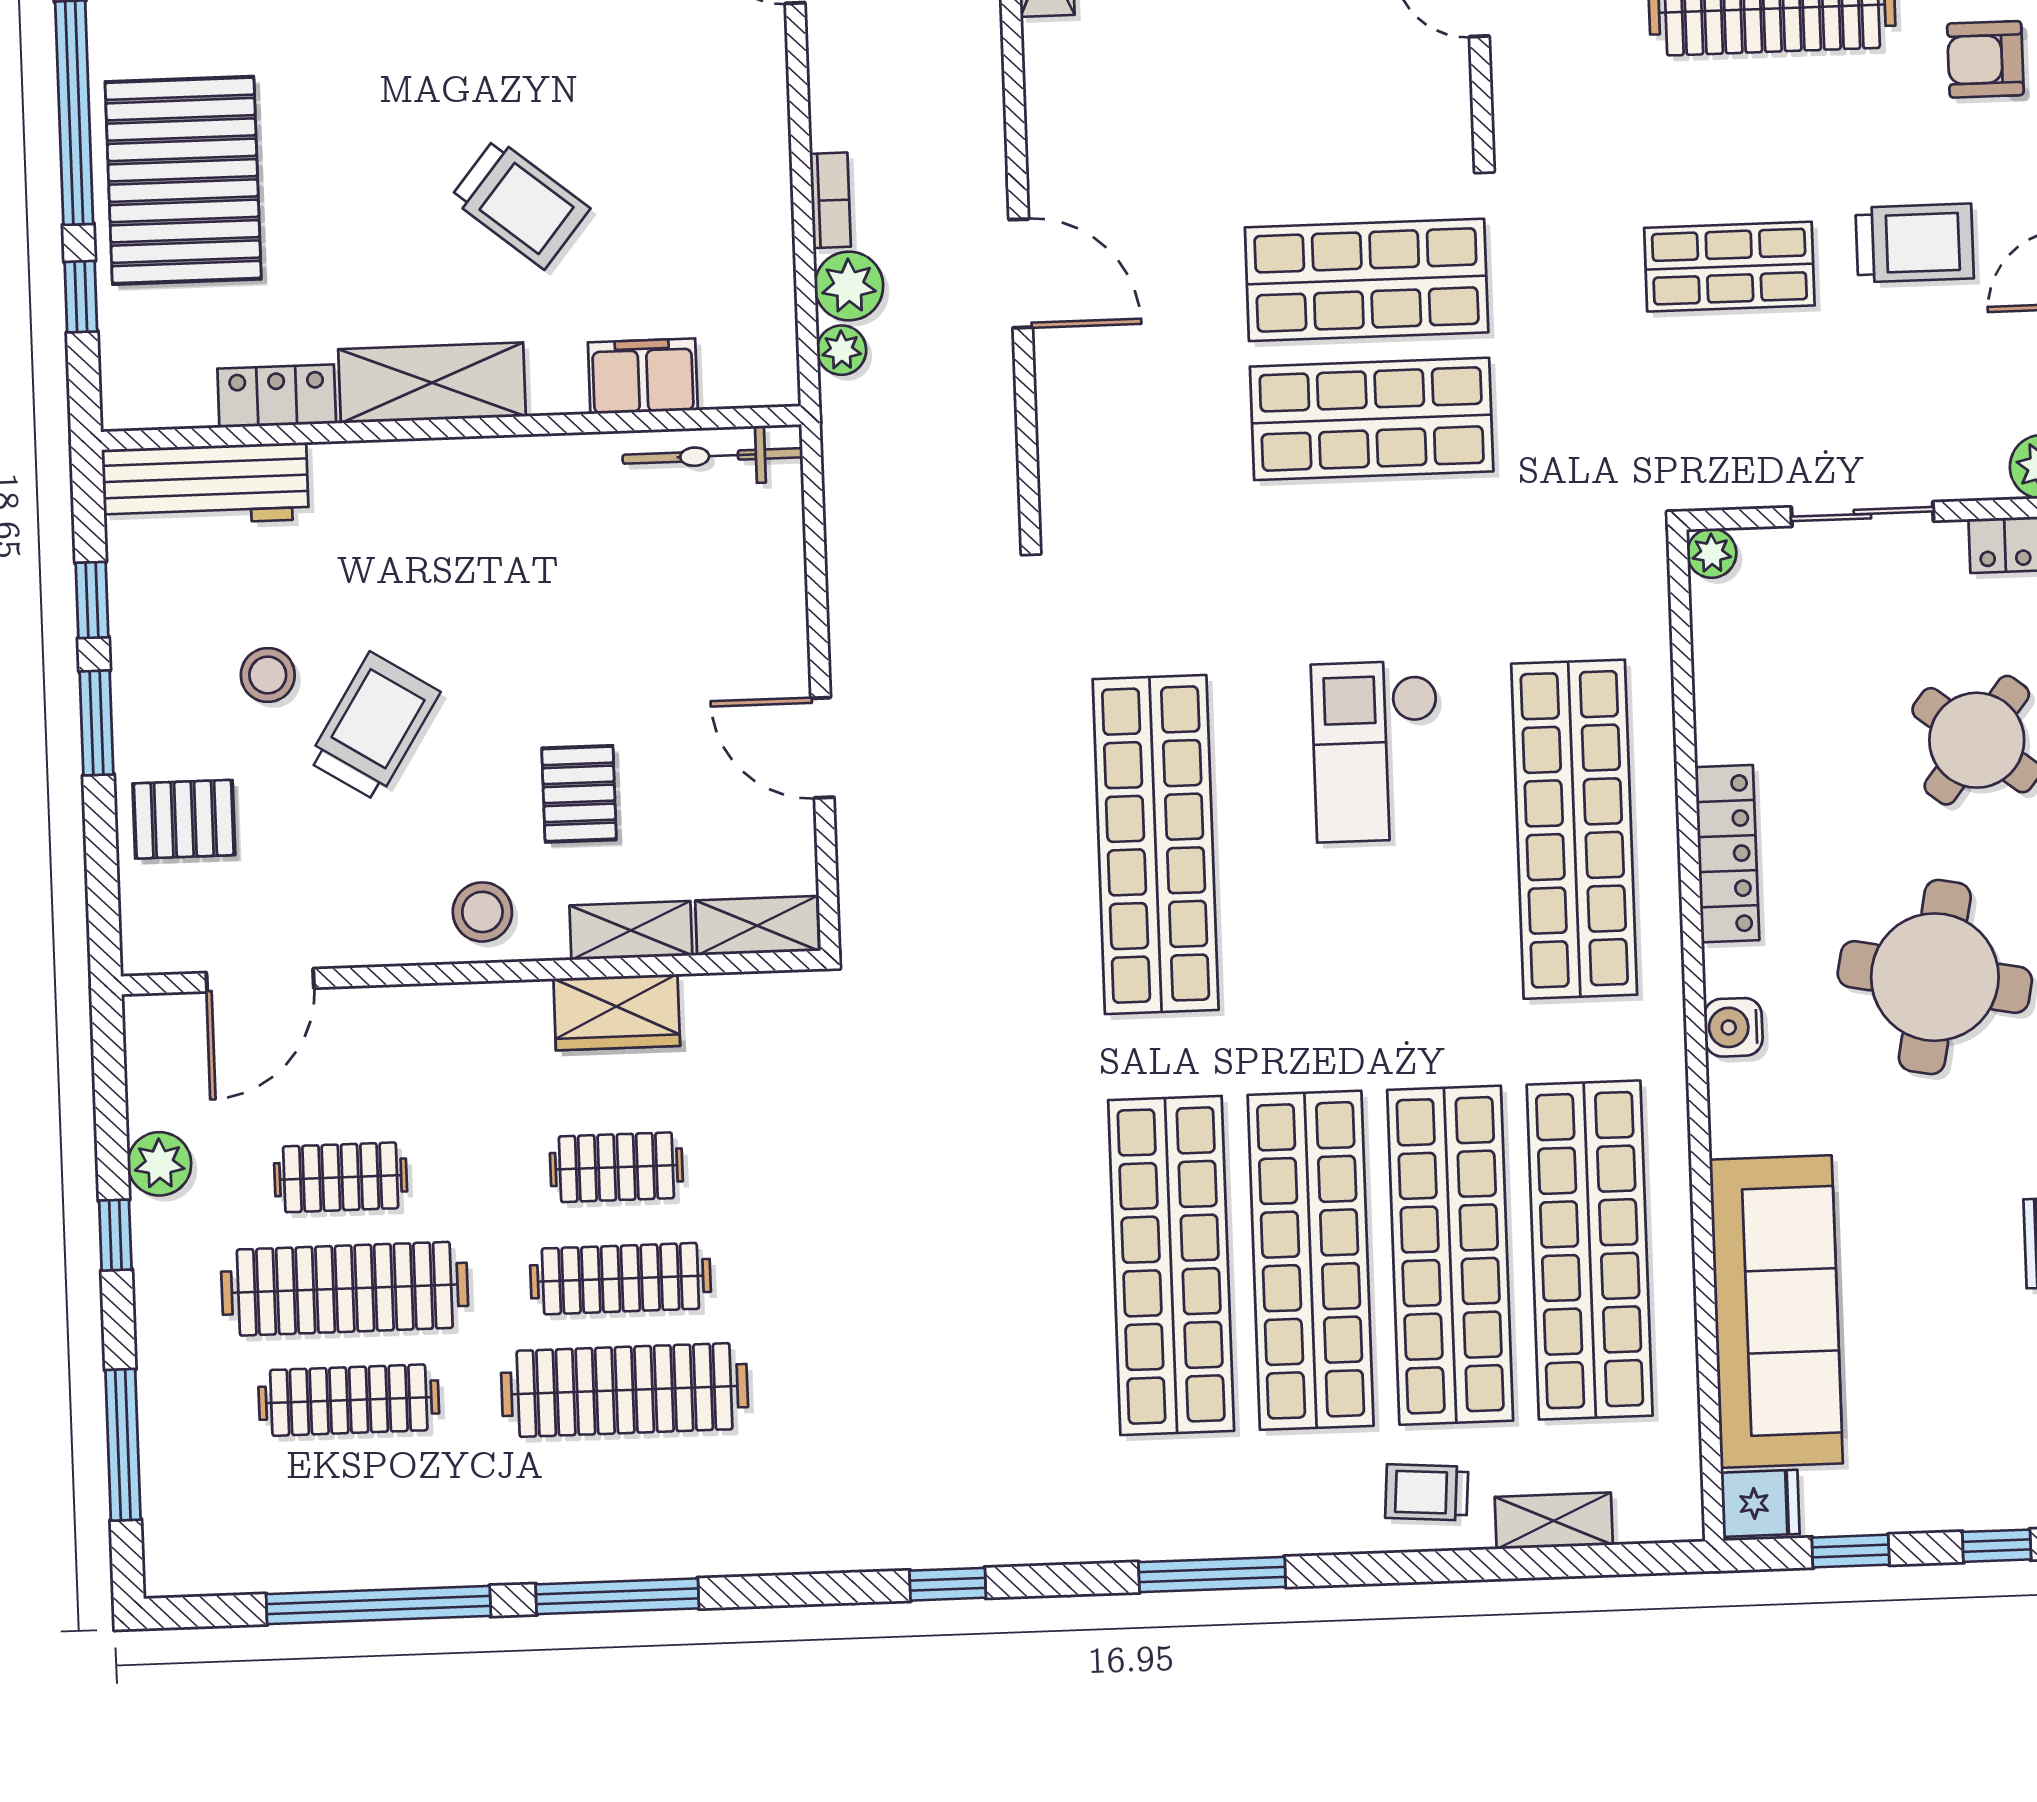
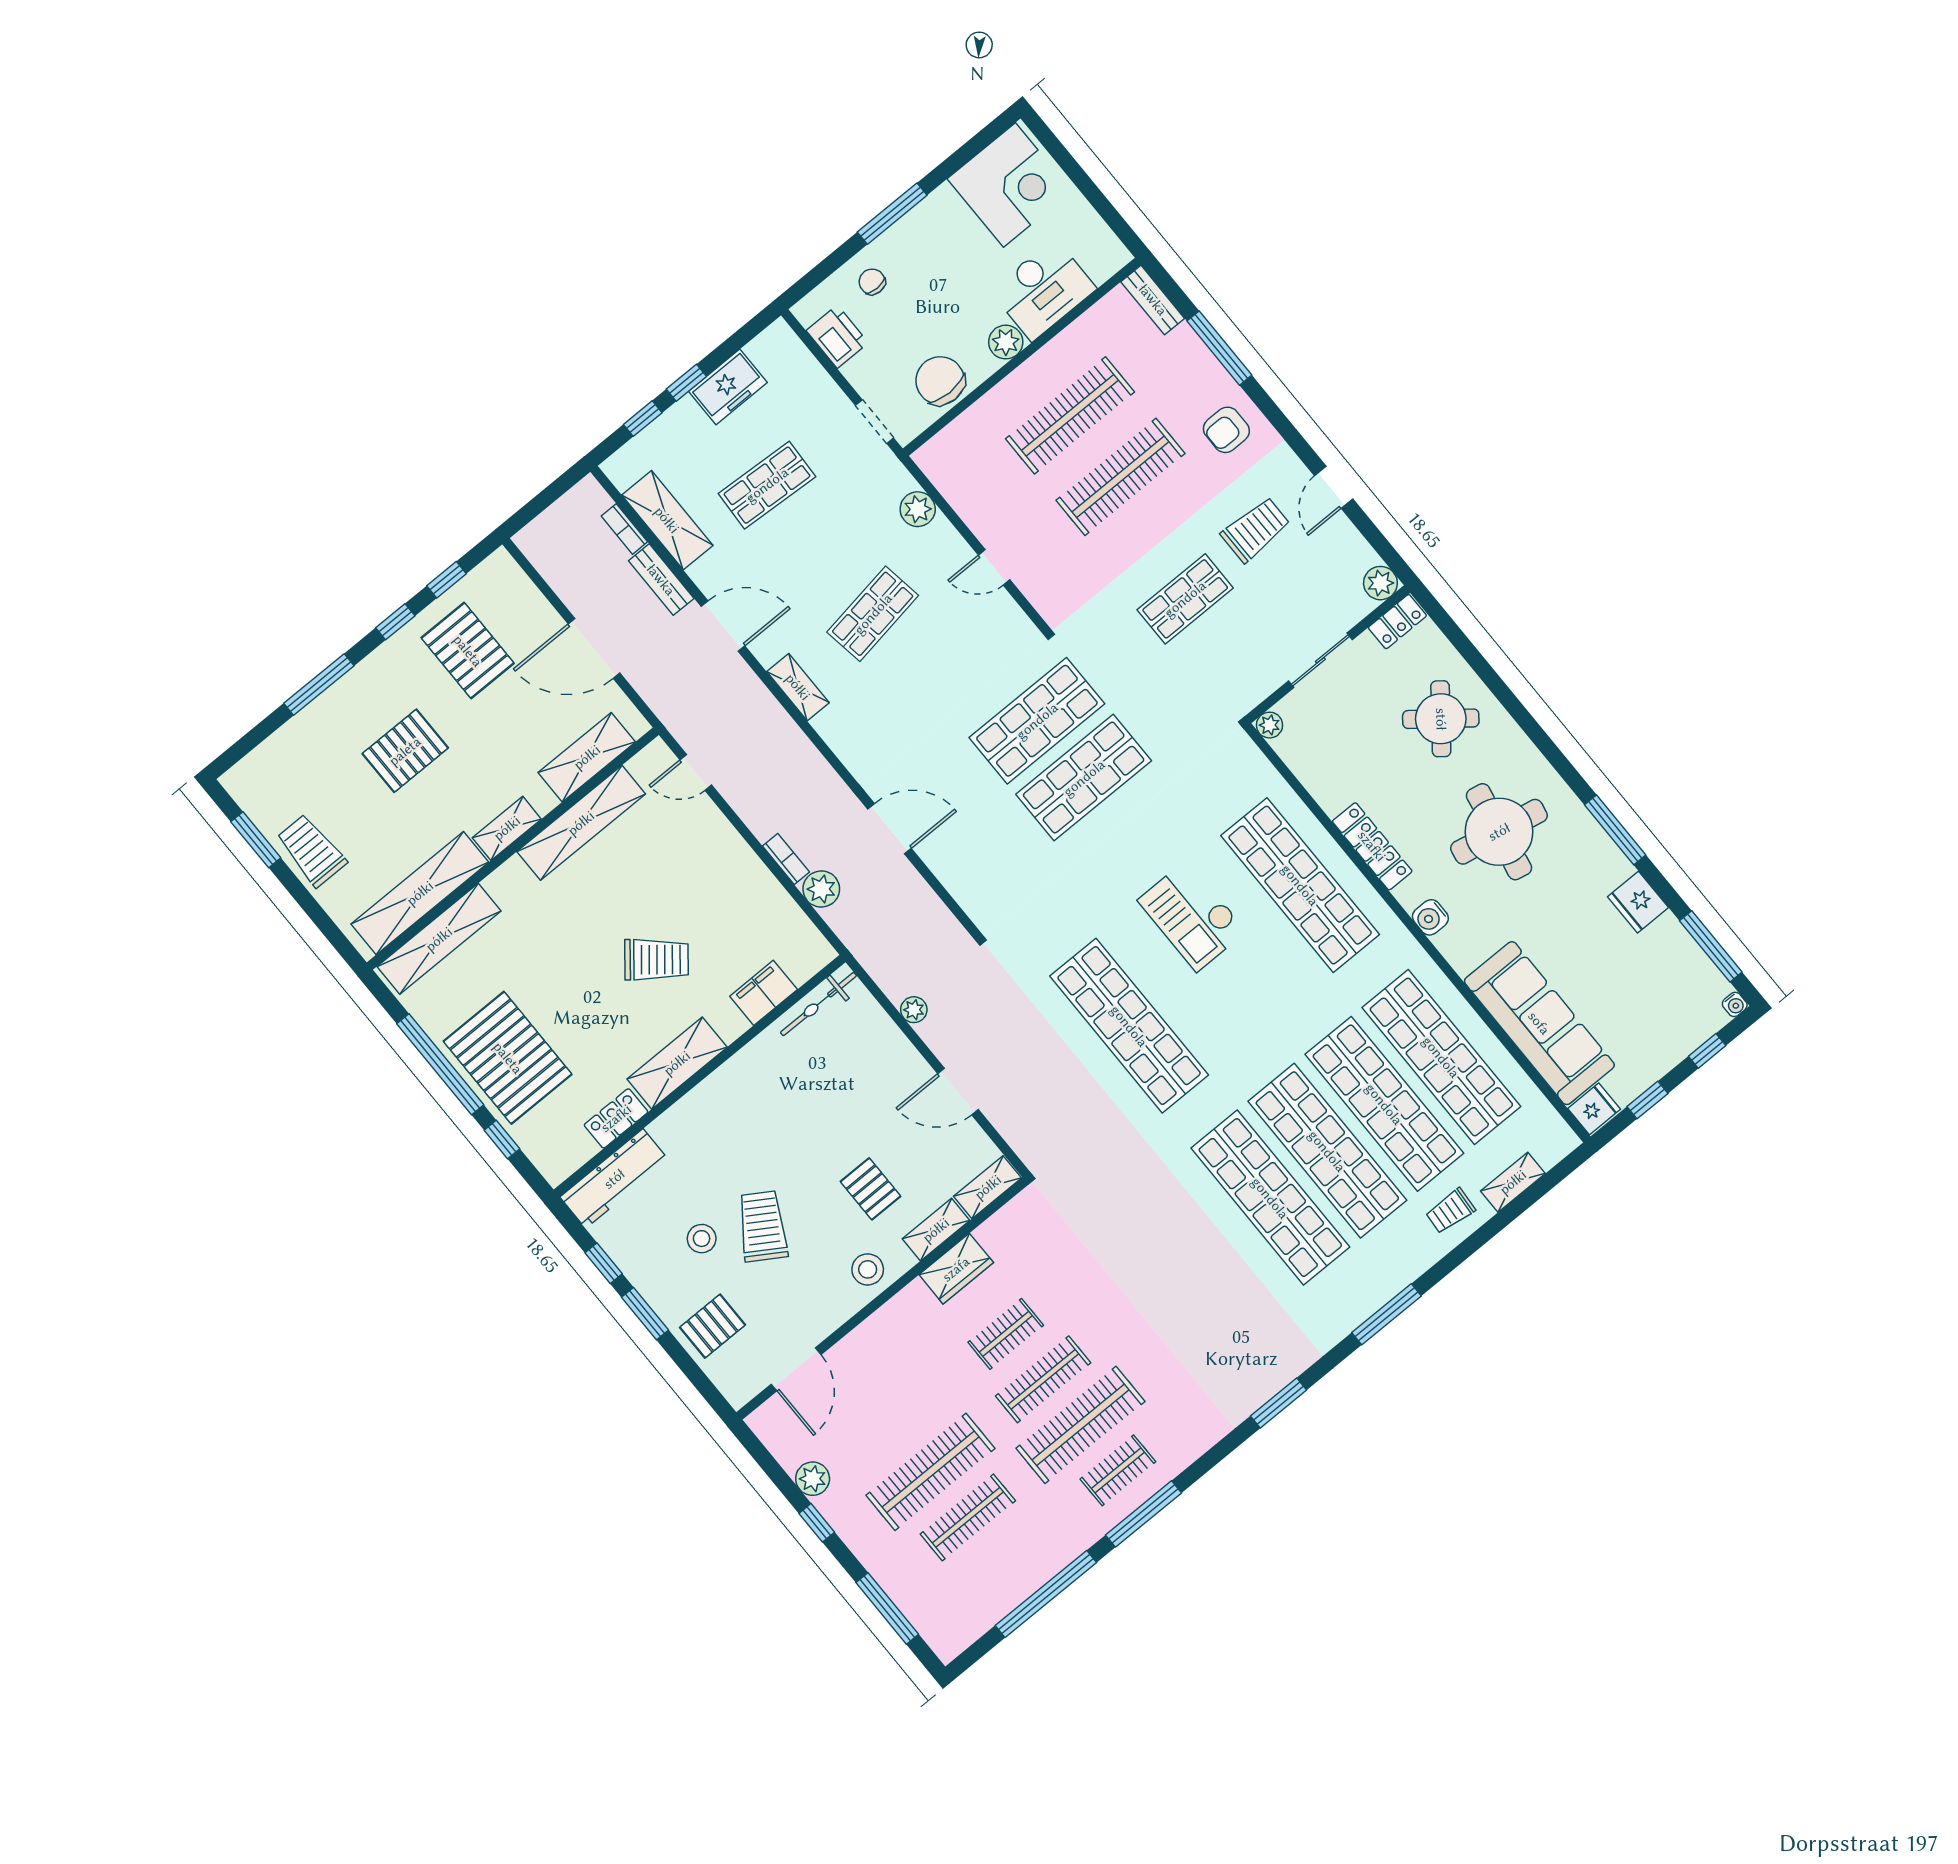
plant: (842, 350) -> (914, 1010), moved
clothes rail: (341, 1177) -> (1118, 1470), moved
window: (948, 1584) -> (1278, 1403), width x1.50

